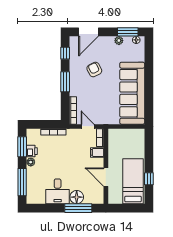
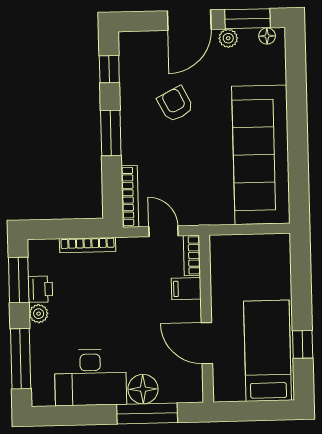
door: (89, 32) -> (189, 20), moved
desk: (58, 191) -> (90, 377), width x1.37

